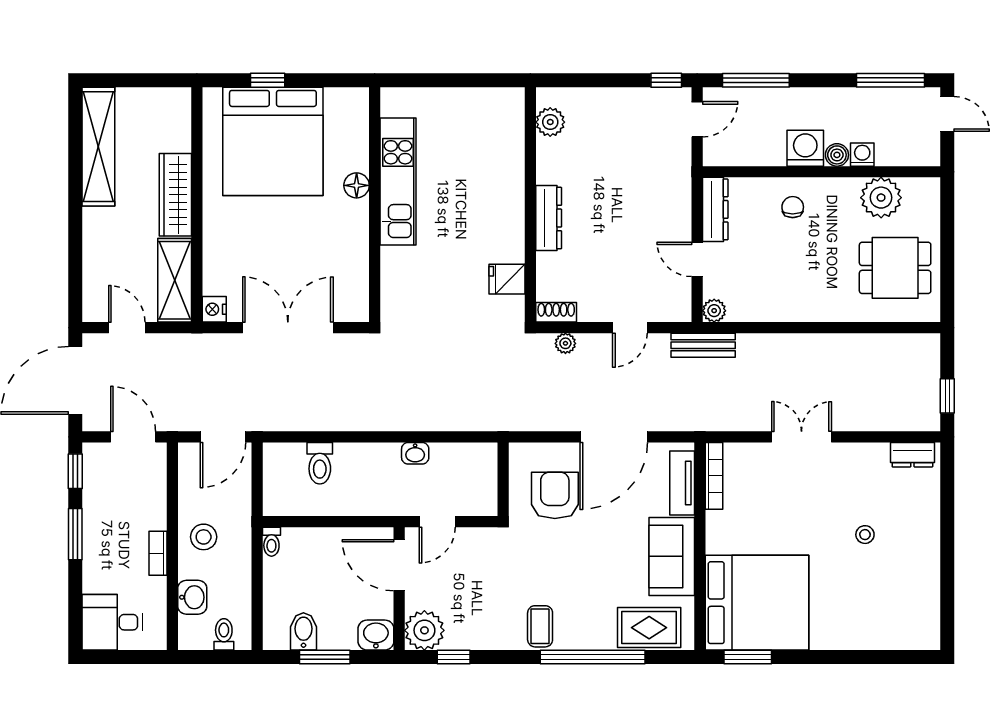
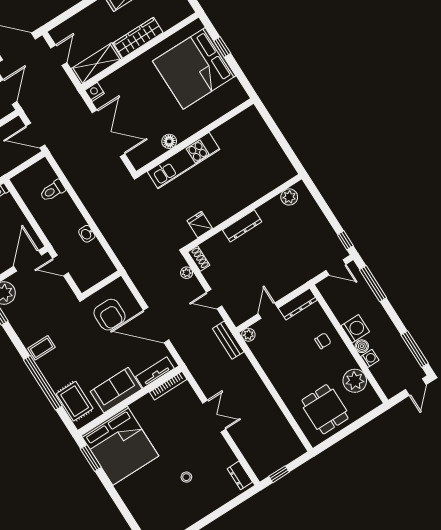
kitchen unit: (398, 182) -> (183, 161), moved
floor lamp: (357, 185) -> (169, 141), moved
armchair: (555, 495) -> (110, 315), turned 90

